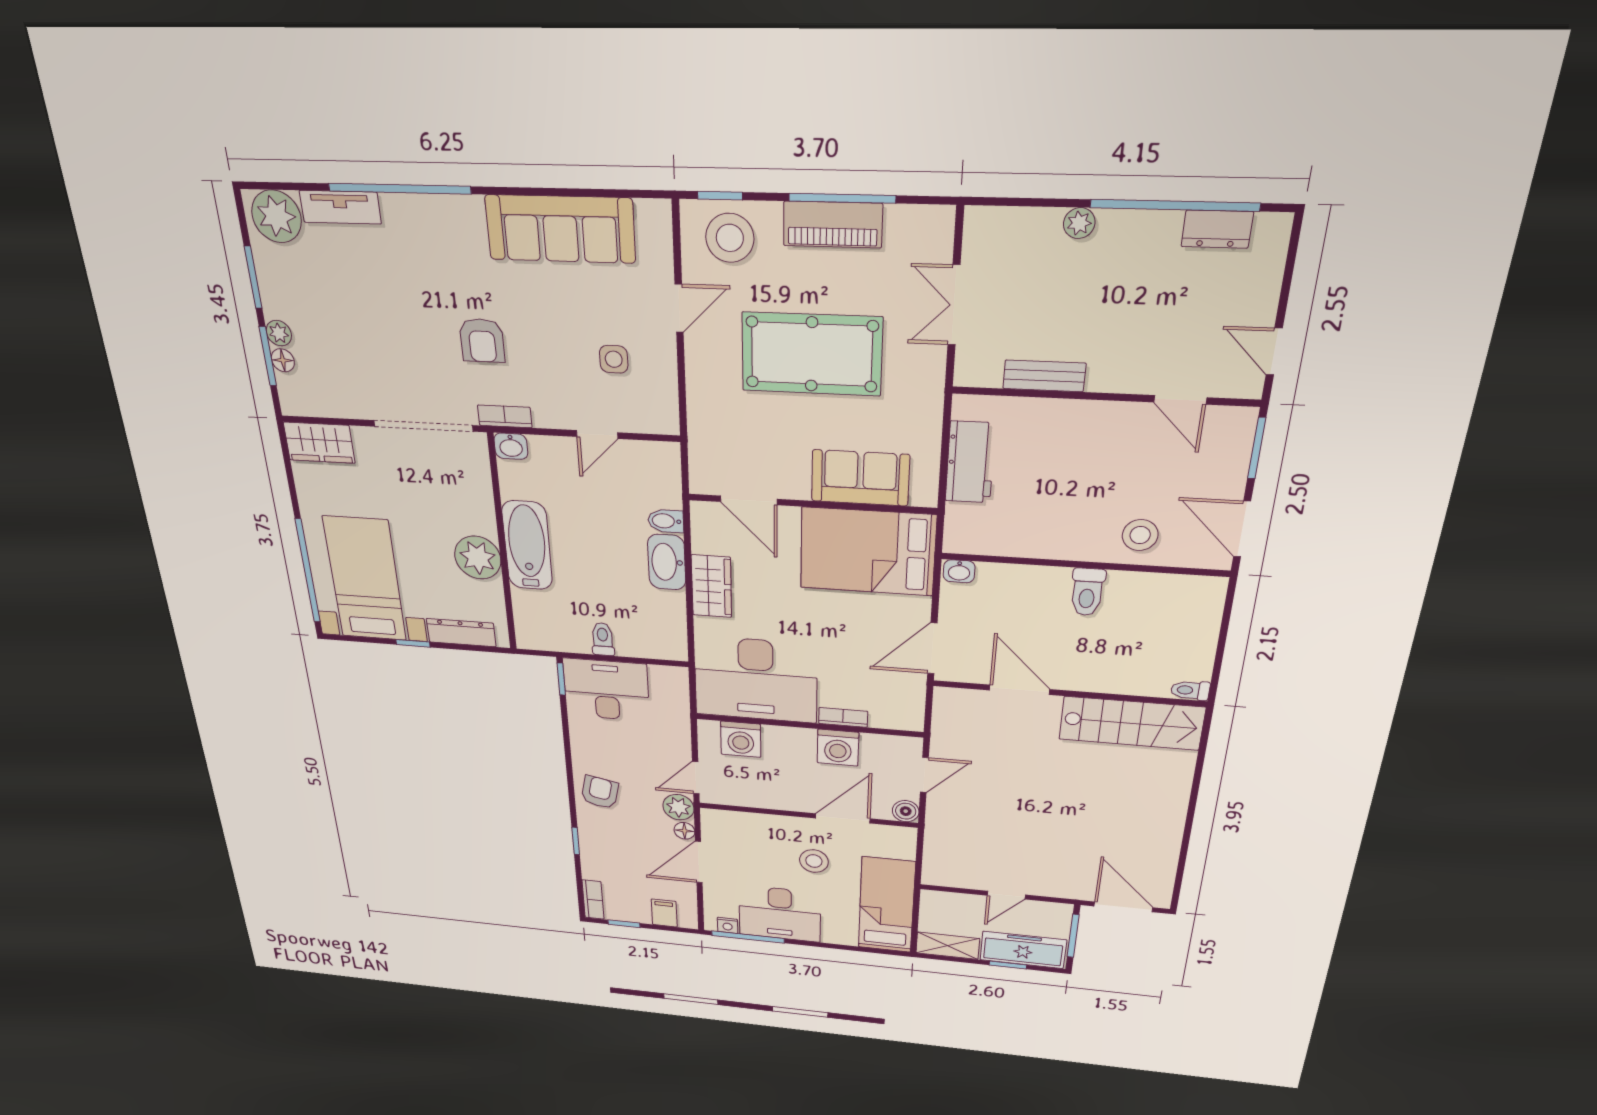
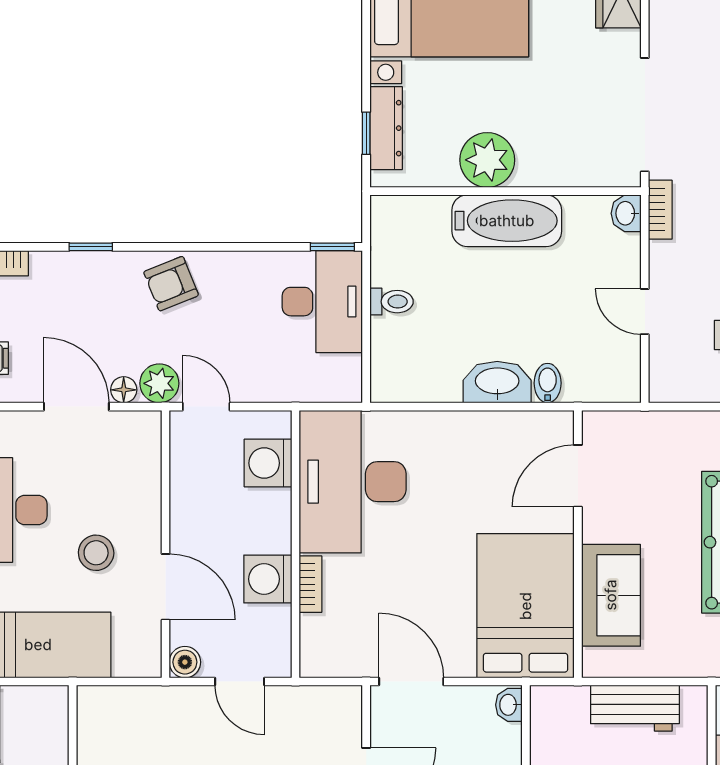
wardrobe: (711, 586) -> (471, 432), removed
window: (413, 643) -> (366, 133), moved
armchair: (600, 792) -> (171, 284), turned 146

